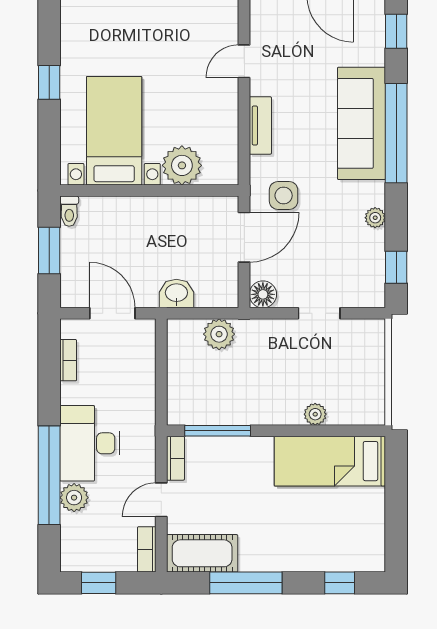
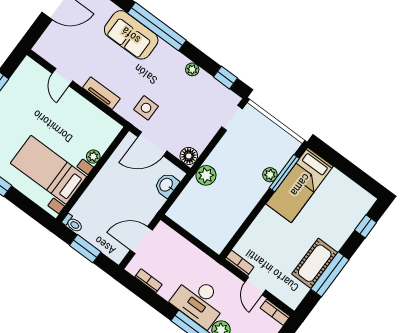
sofa: (362, 123) -> (131, 35), width x0.73
plant: (182, 165) -> (93, 157), width x0.53, depth x0.53
door: (244, 237) -> (152, 144), swing flipped
washbasin: (176, 293) -> (167, 185), moved
doorway: (319, 313) -> (232, 118), moved
plant: (219, 334) -> (206, 175), moved
window: (218, 431) -> (284, 173), moved
cot: (202, 553) -> (315, 263), moved

